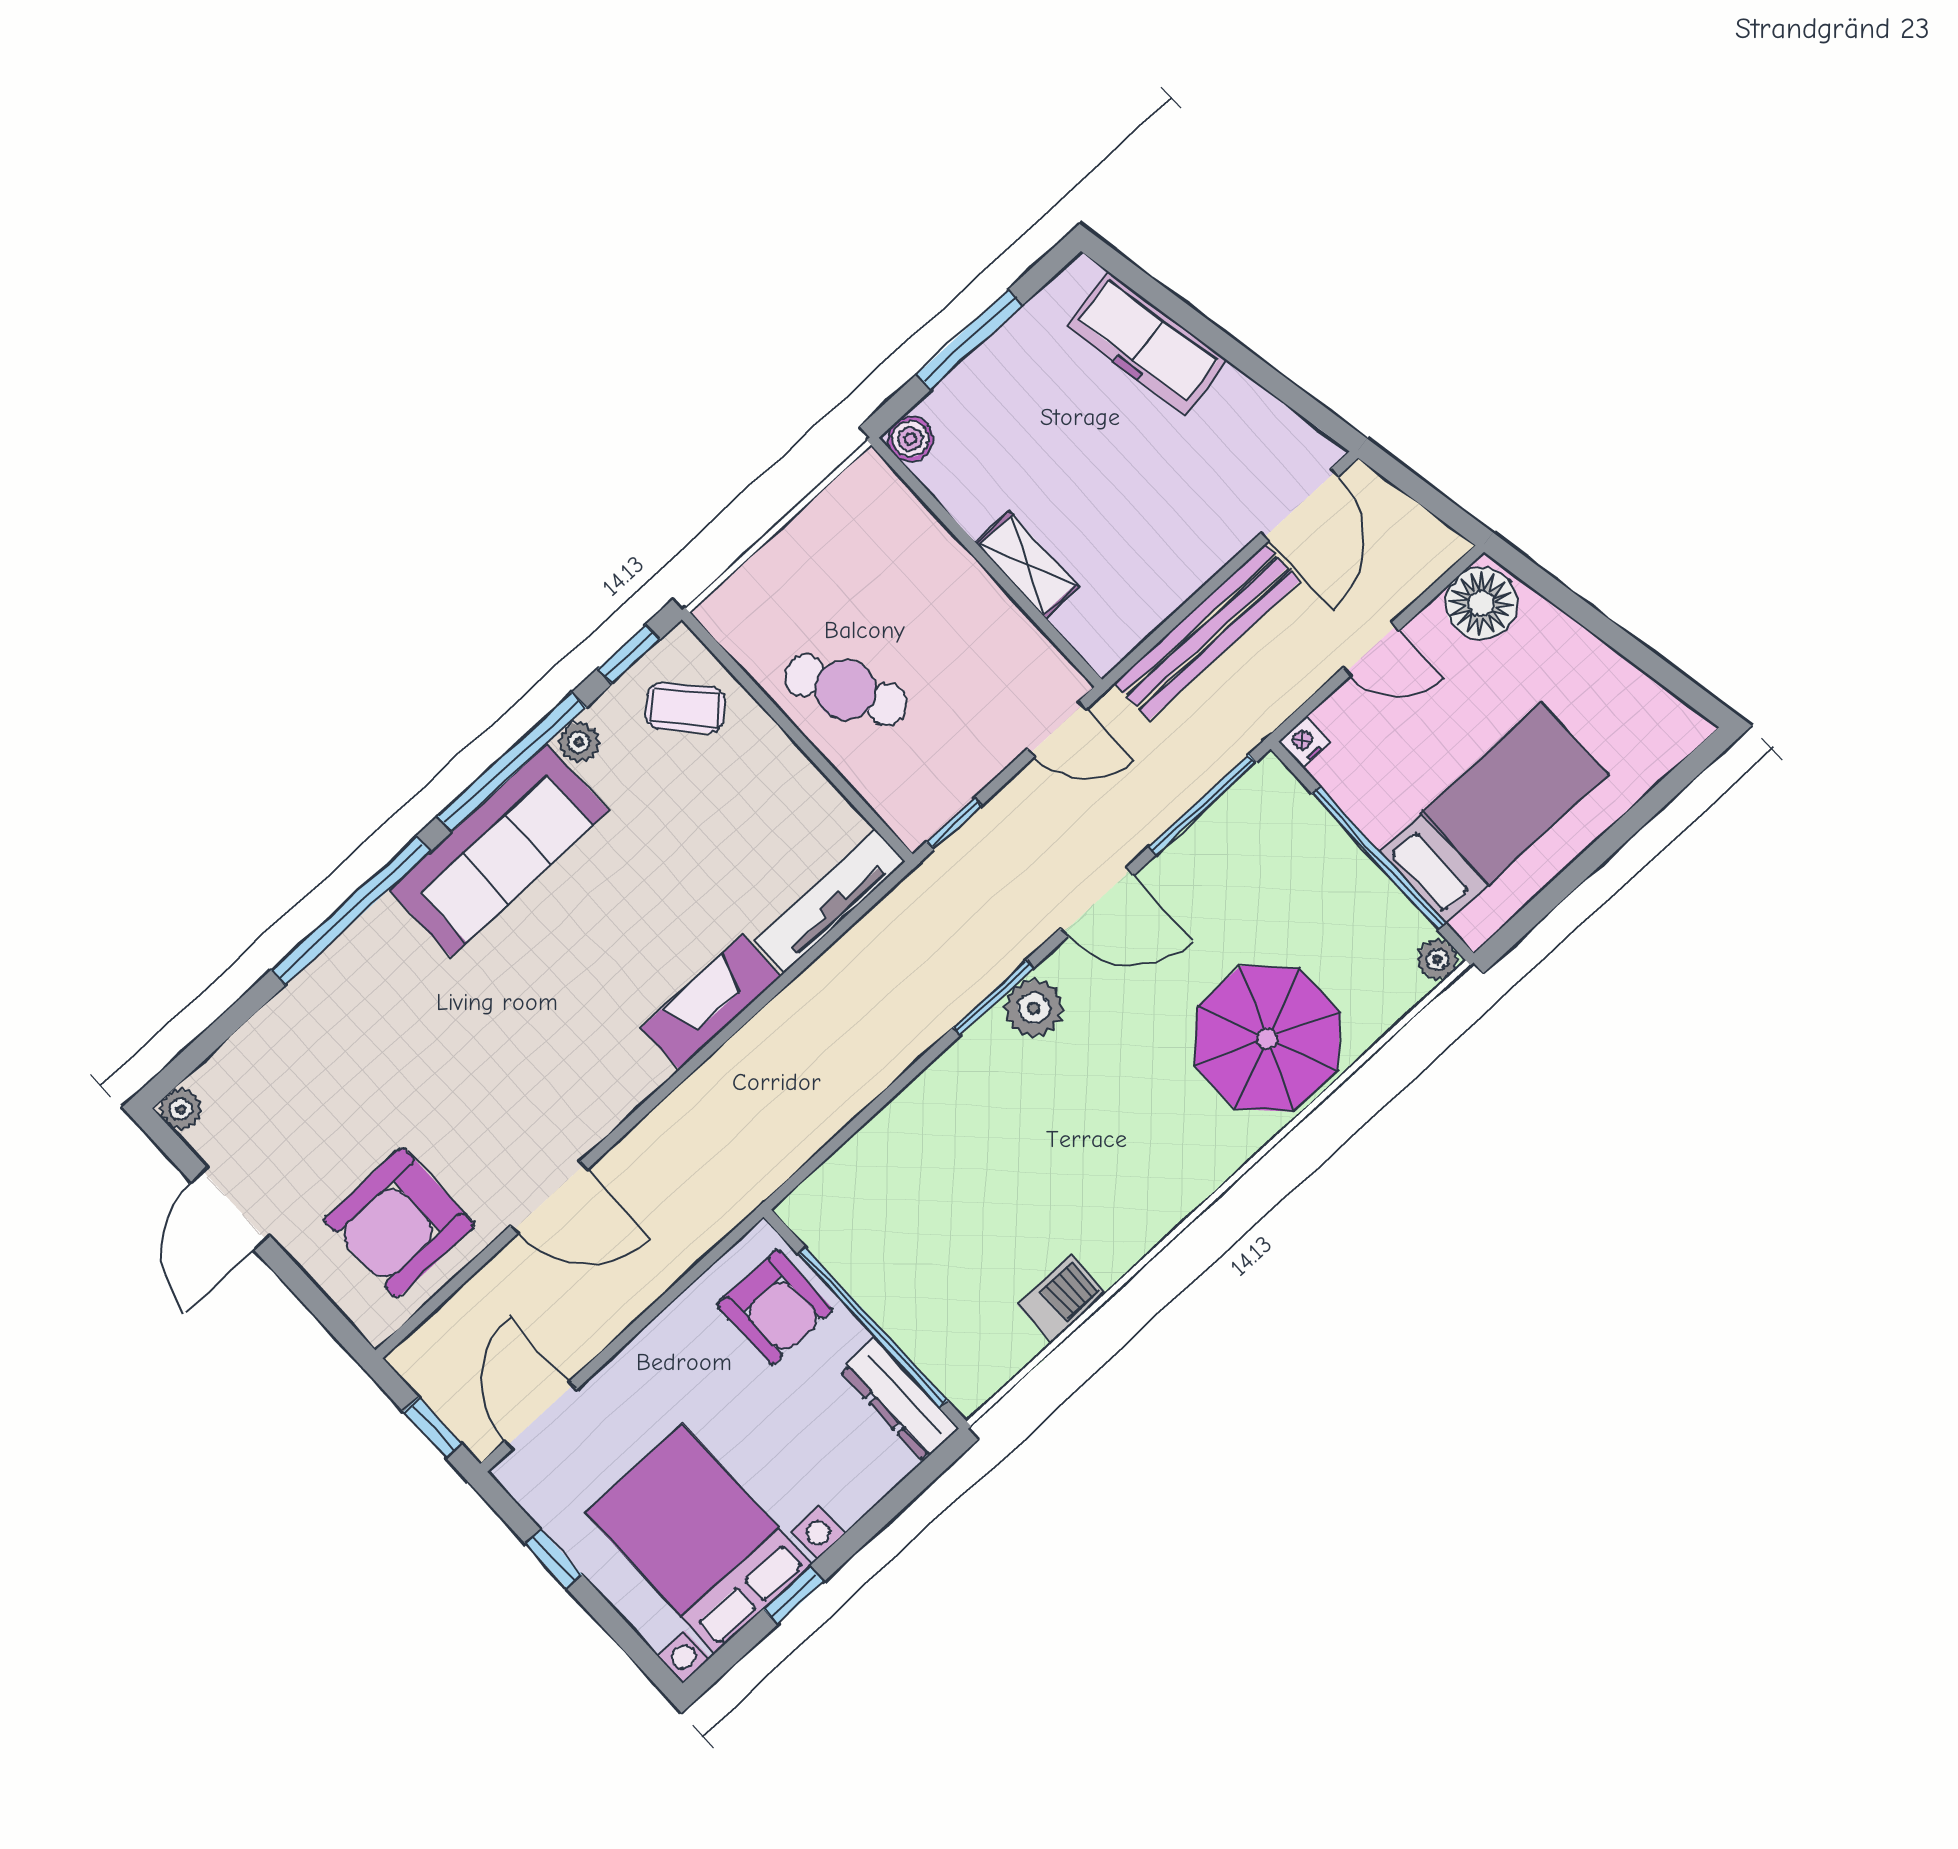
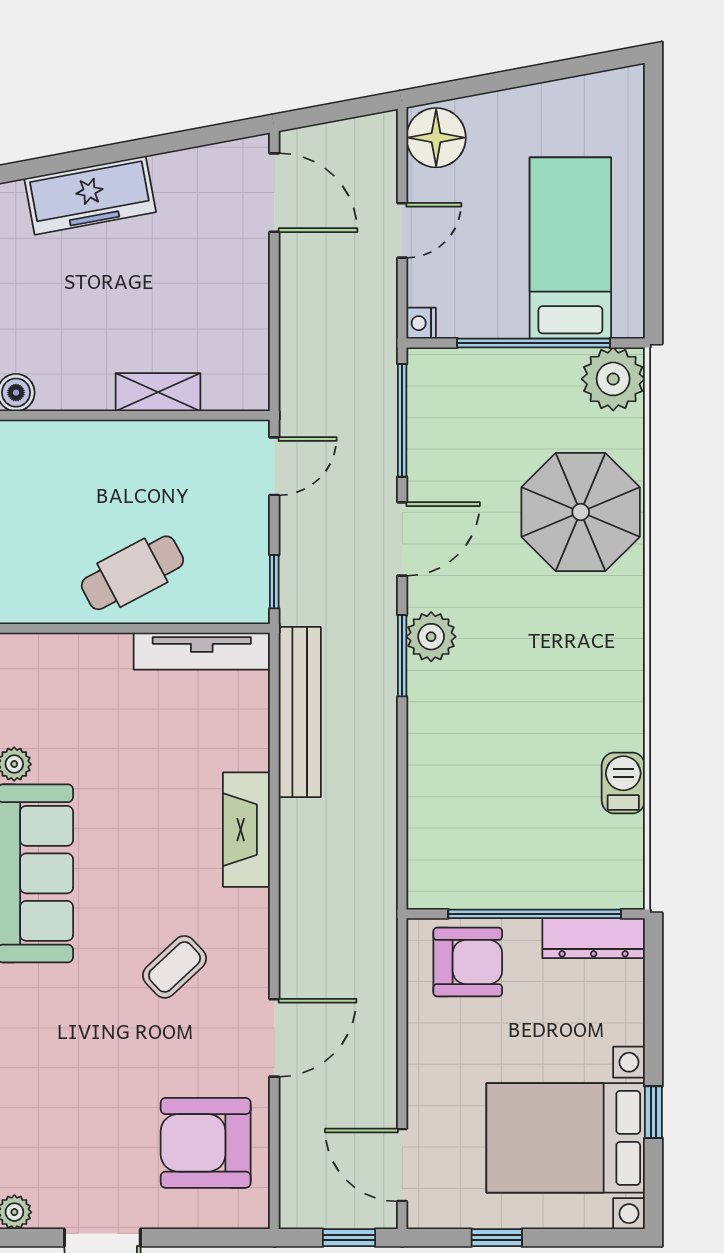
bench: (1207, 632) -> (300, 712), moved
coffee table: (685, 708) -> (175, 967), moved
tv unit: (830, 901) -> (202, 651), moved, turned -90
plant: (1437, 959) -> (613, 379), width x1.87, depth x1.87
armchair: (399, 1223) -> (206, 1143), turned 90

